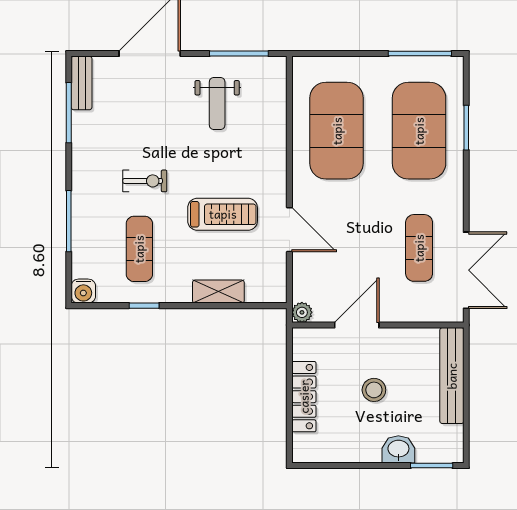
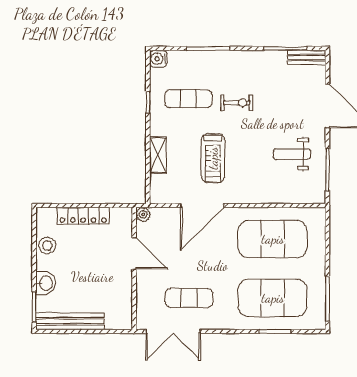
exercise bike: (145, 181) -> (237, 103), turned -90
door: (289, 230) -> (202, 205), width x1.36
bench: (452, 376) -> (70, 321), moved
stool: (374, 390) -> (47, 246), moved

